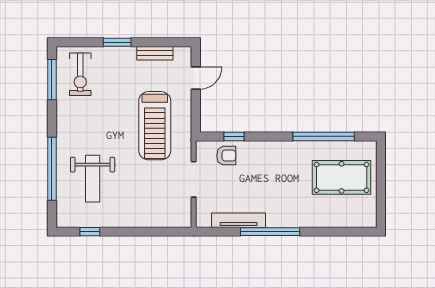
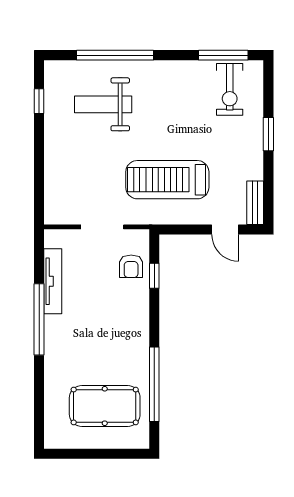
bench: (155, 53) -> (255, 203), moved
exercise bike: (80, 74) -> (230, 89), turned -90
pool table: (342, 177) -> (105, 406), turned 90

